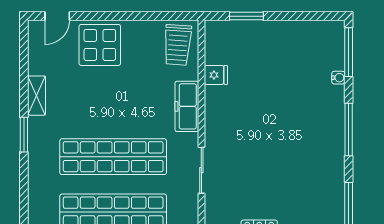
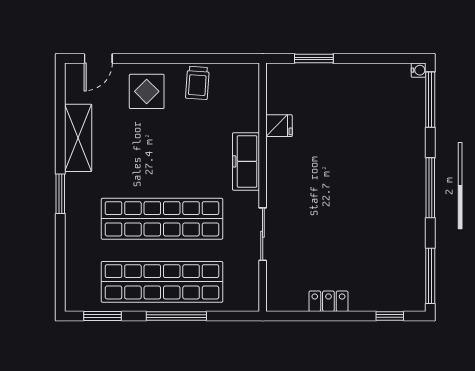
display table: (100, 45) -> (147, 91), width x0.73, depth x0.73
trolley: (178, 45) -> (197, 83), moved, width x0.73, depth x0.72
water cooler: (338, 78) -> (419, 70), moved
shelving: (37, 96) -> (78, 138), width x1.50, depth x1.33

